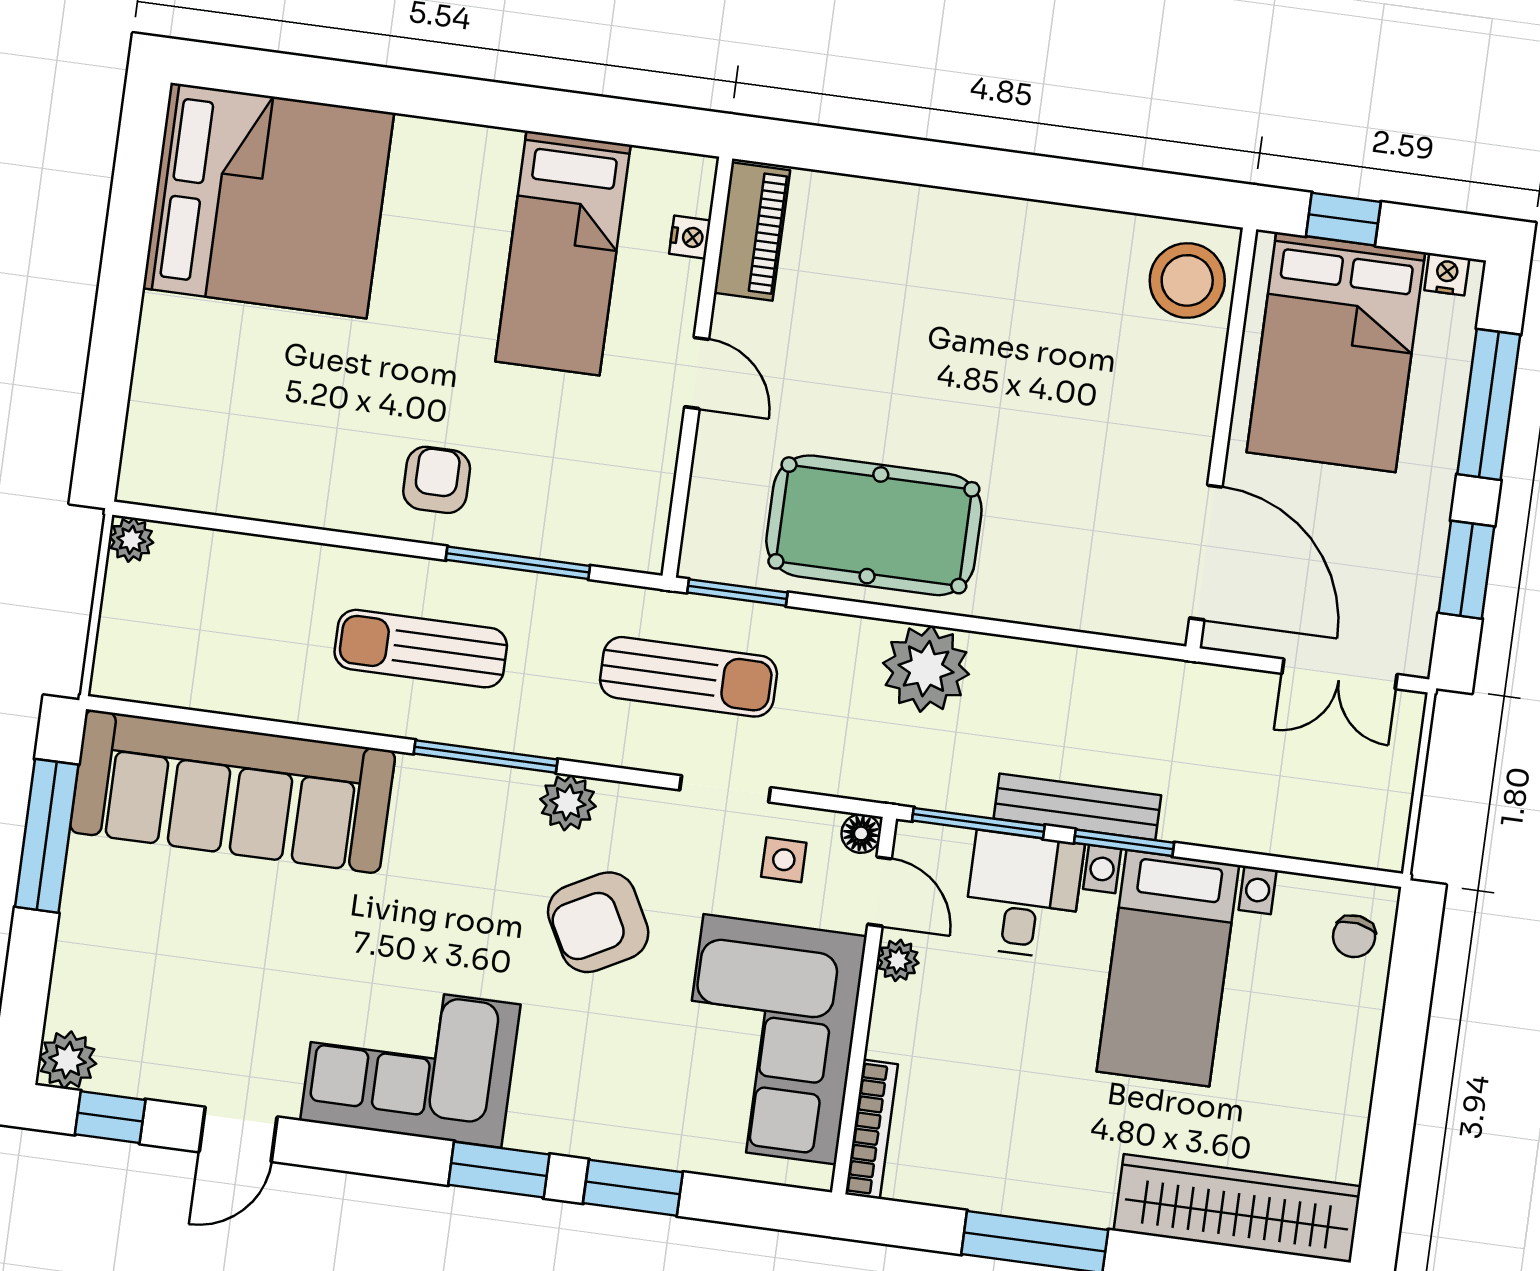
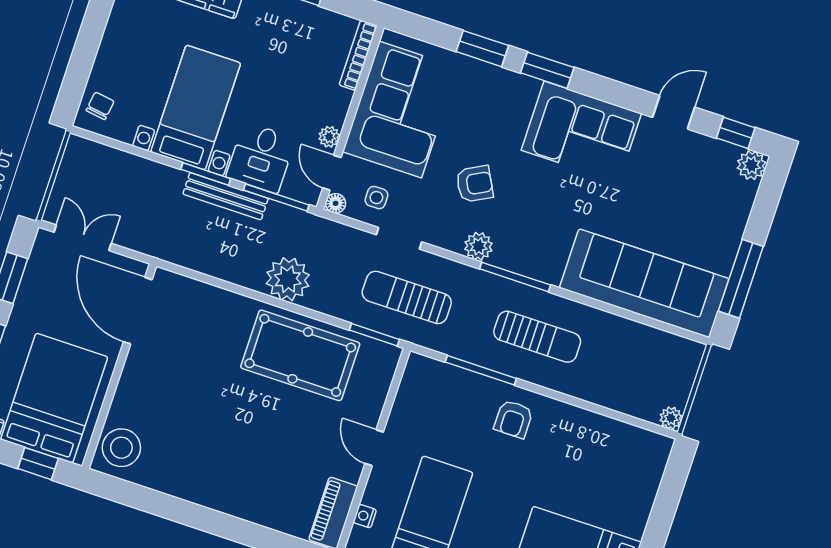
armchair: (598, 922) -> (475, 184), width x0.72, depth x0.72

